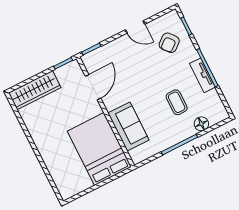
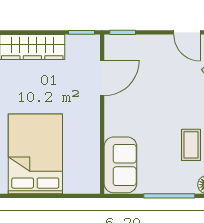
sofa: (128, 126) -> (120, 165), moved
bed: (99, 149) -> (35, 154), moved

